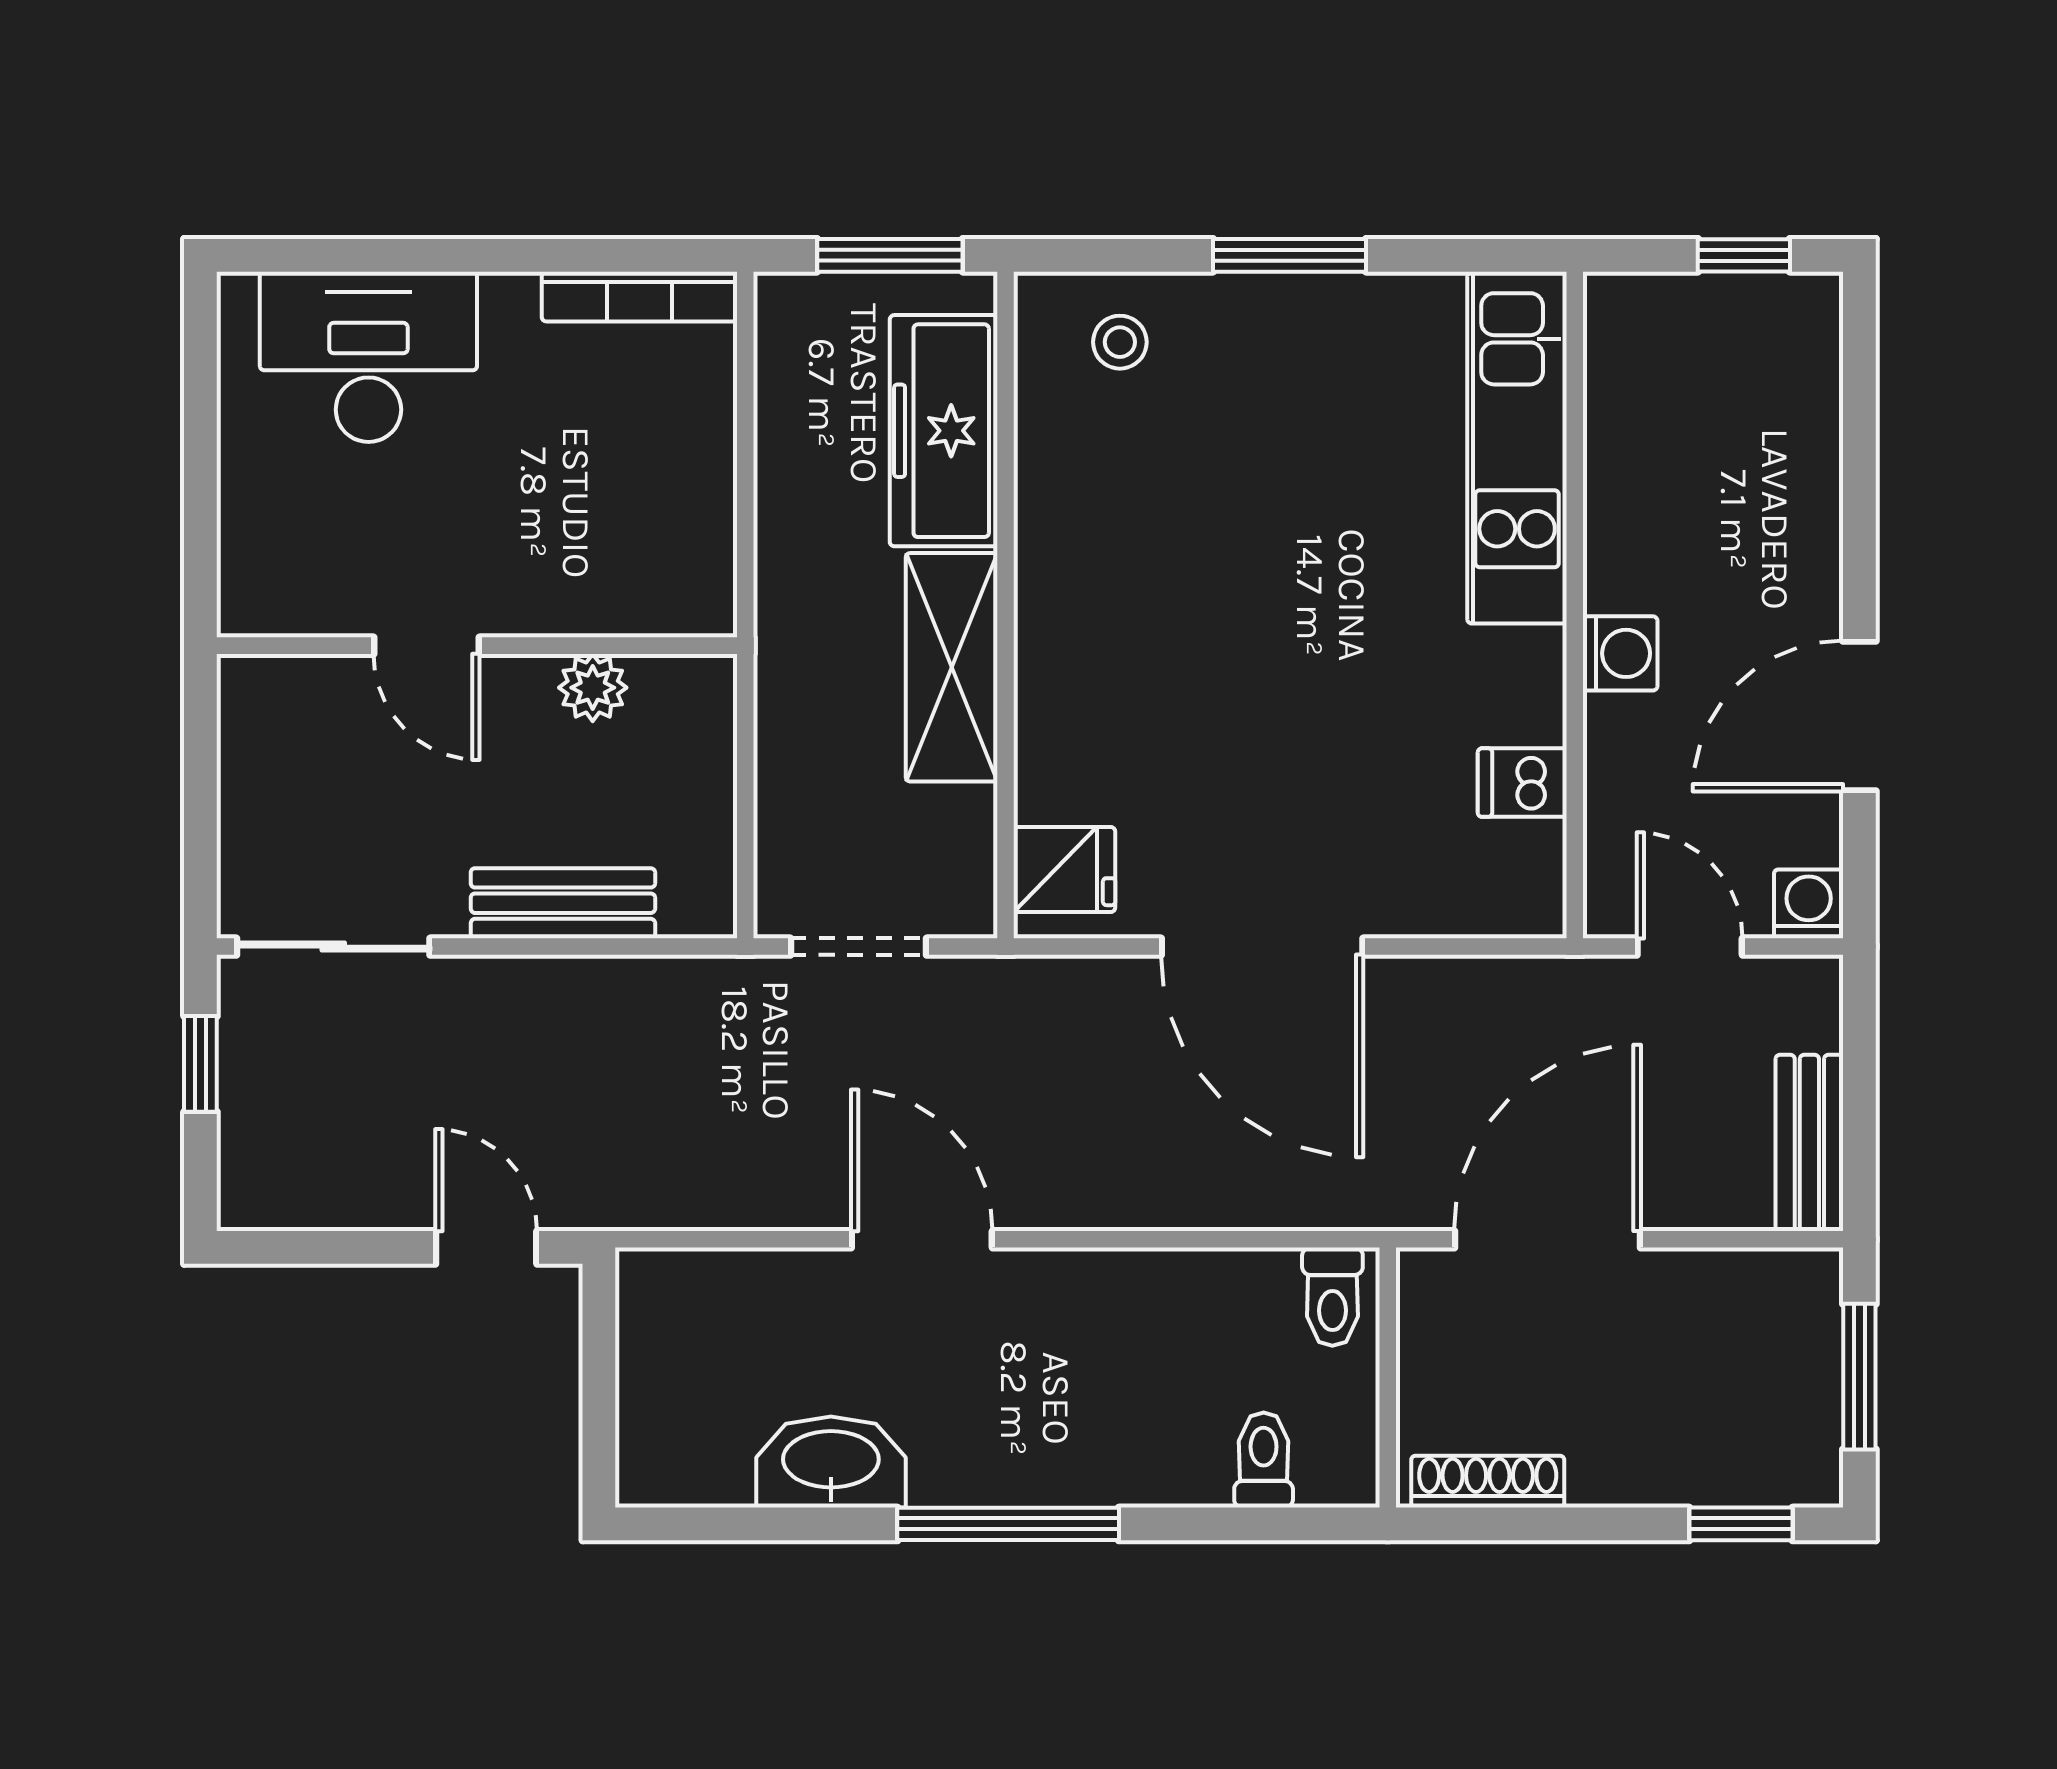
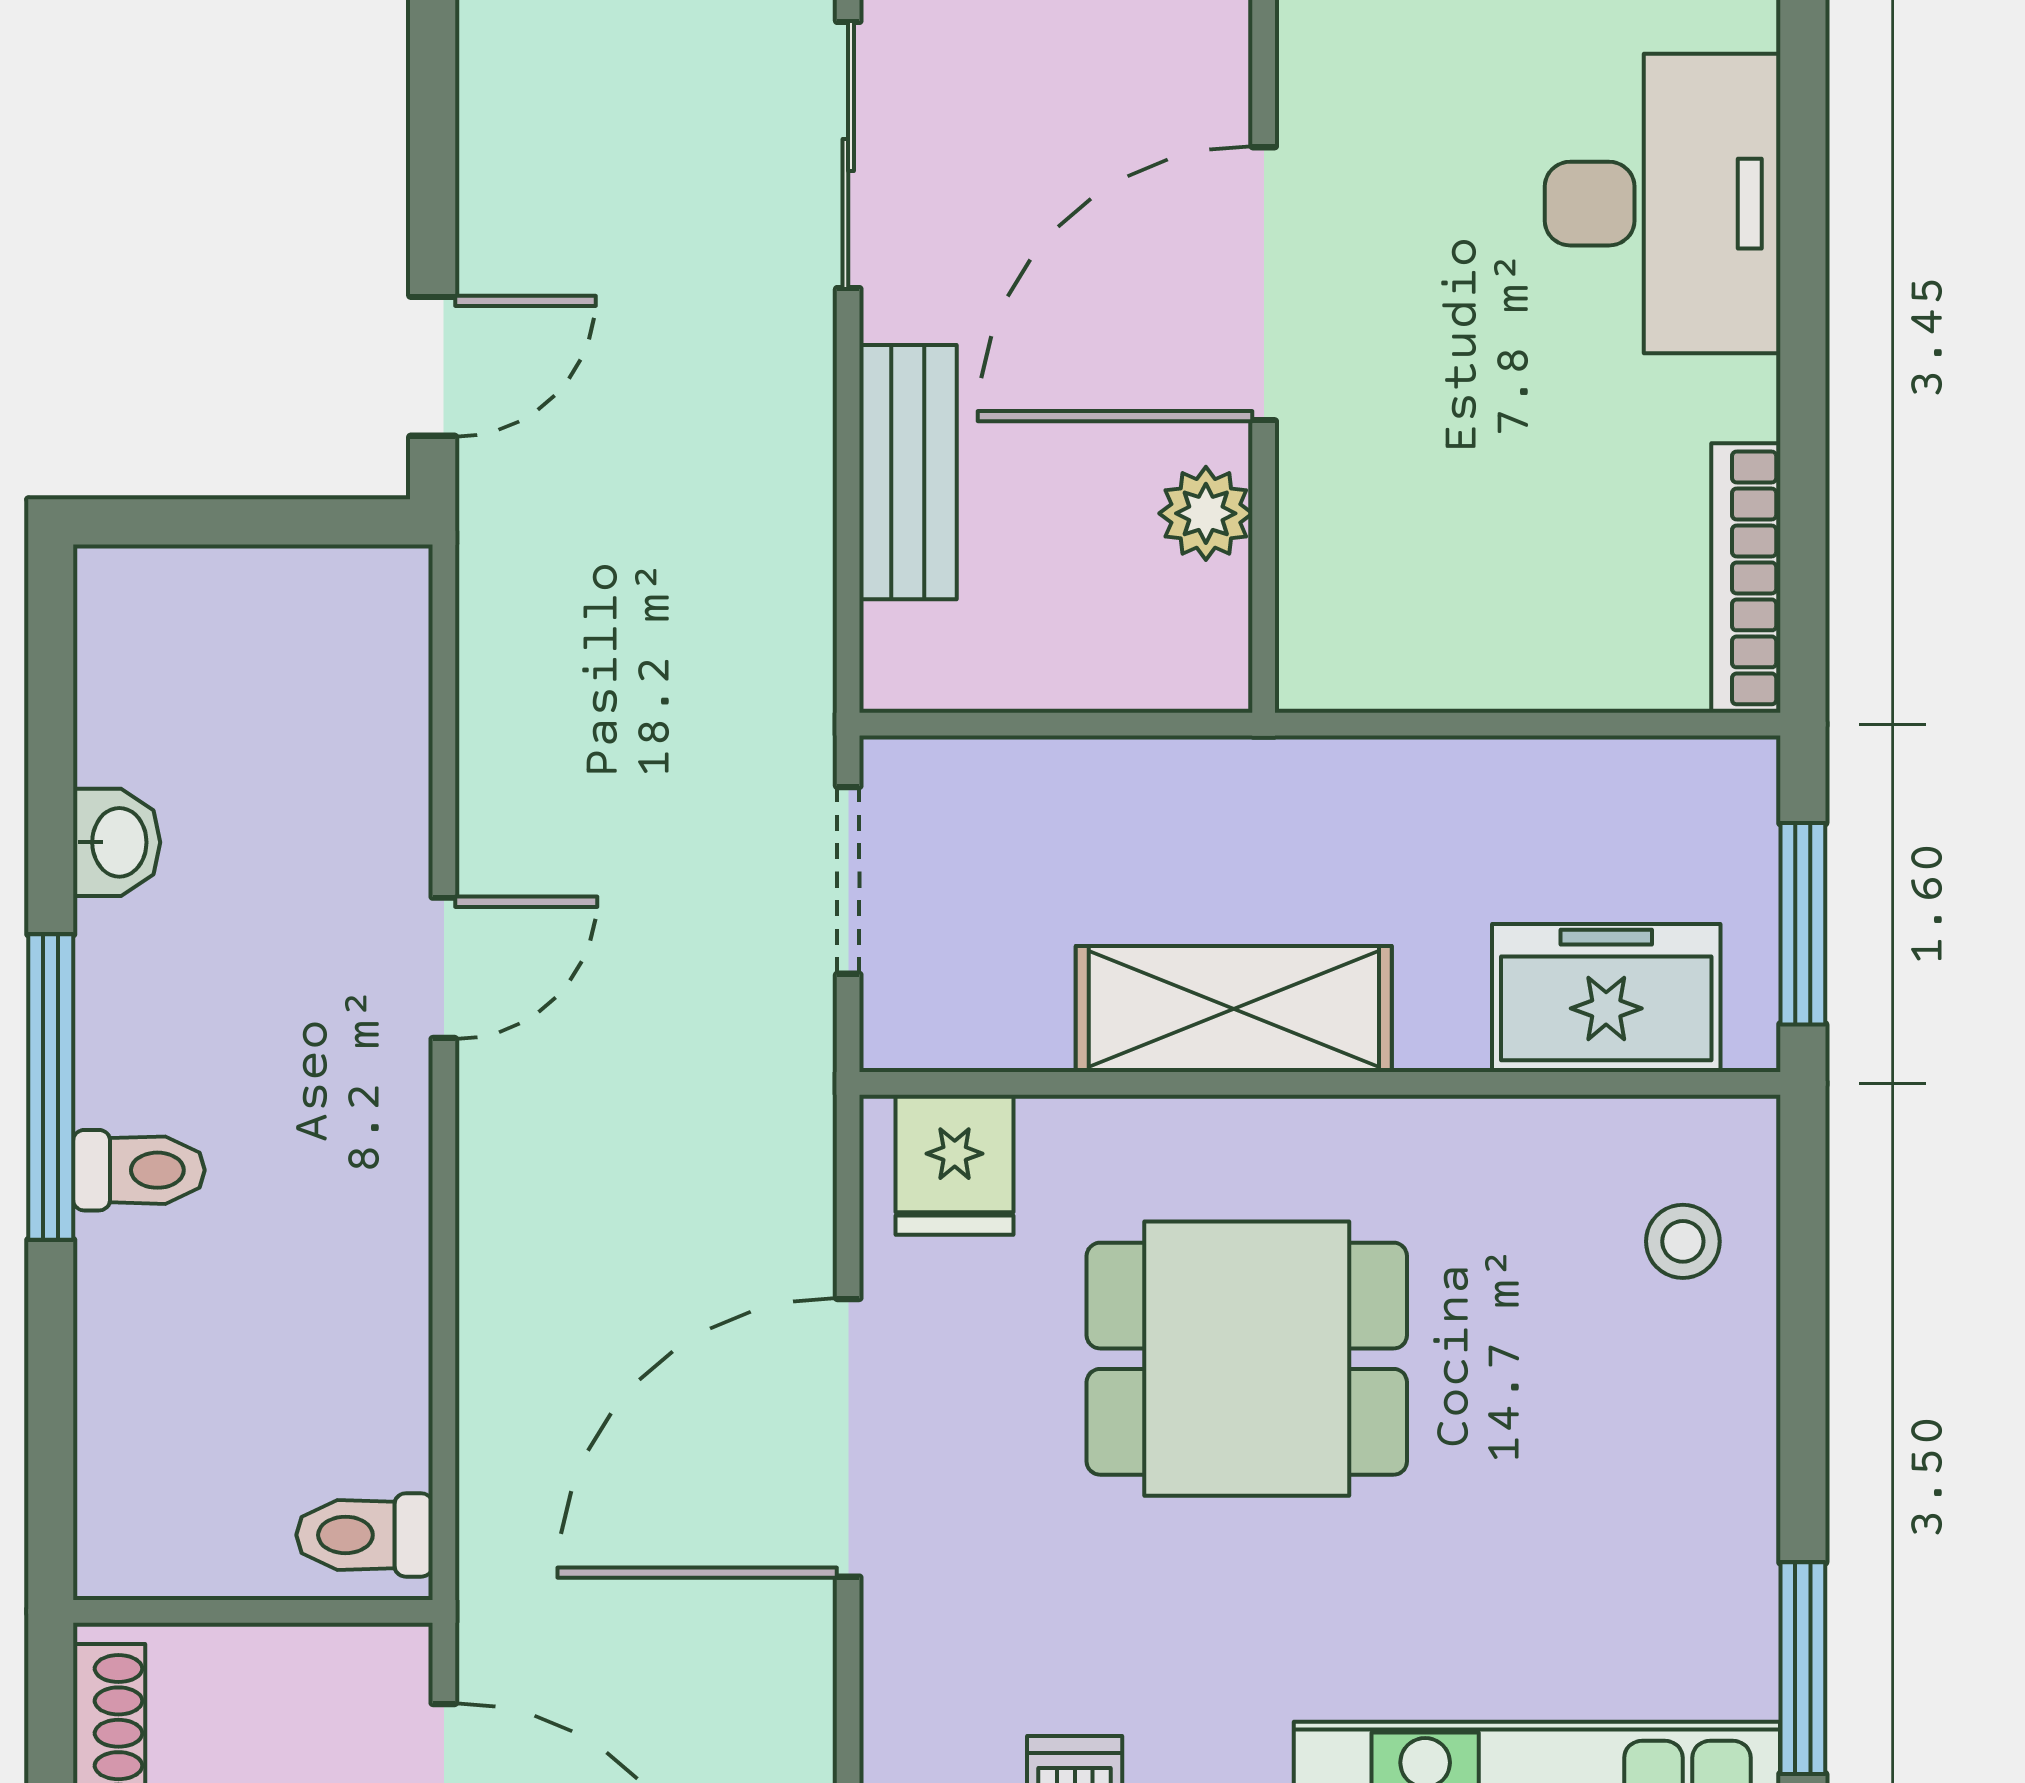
window: (1289, 255) -> (1803, 1668), moved
freezer: (944, 431) -> (1606, 998), width x0.71
door: (426, 646) -> (1264, 284), width x1.88
dining table: (1205, 658) -> (1247, 1359), added
door: (922, 1239) -> (444, 968), width x0.73
toilet: (1264, 1460) -> (139, 1170), moved
washbasin: (831, 1462) -> (117, 842), width x0.52, depth x0.69

